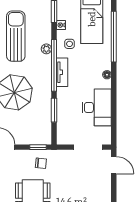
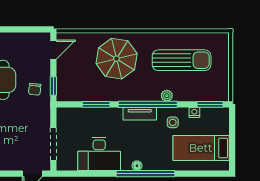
window: (114, 37) -> (145, 174), moved

